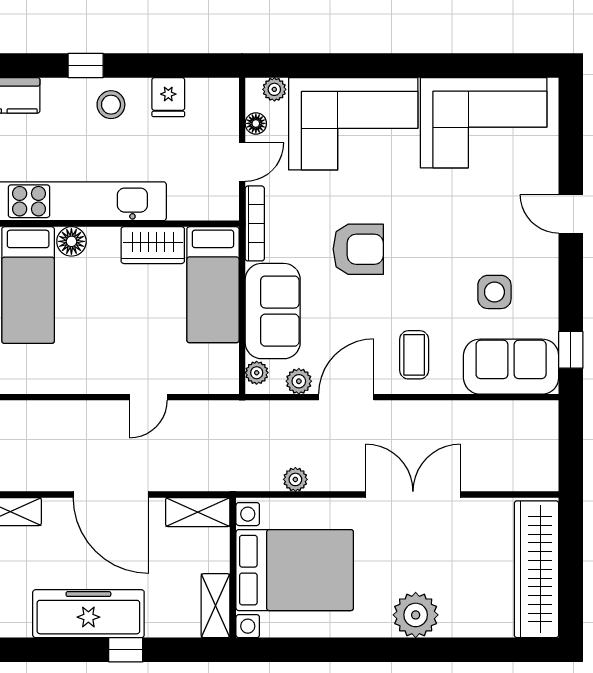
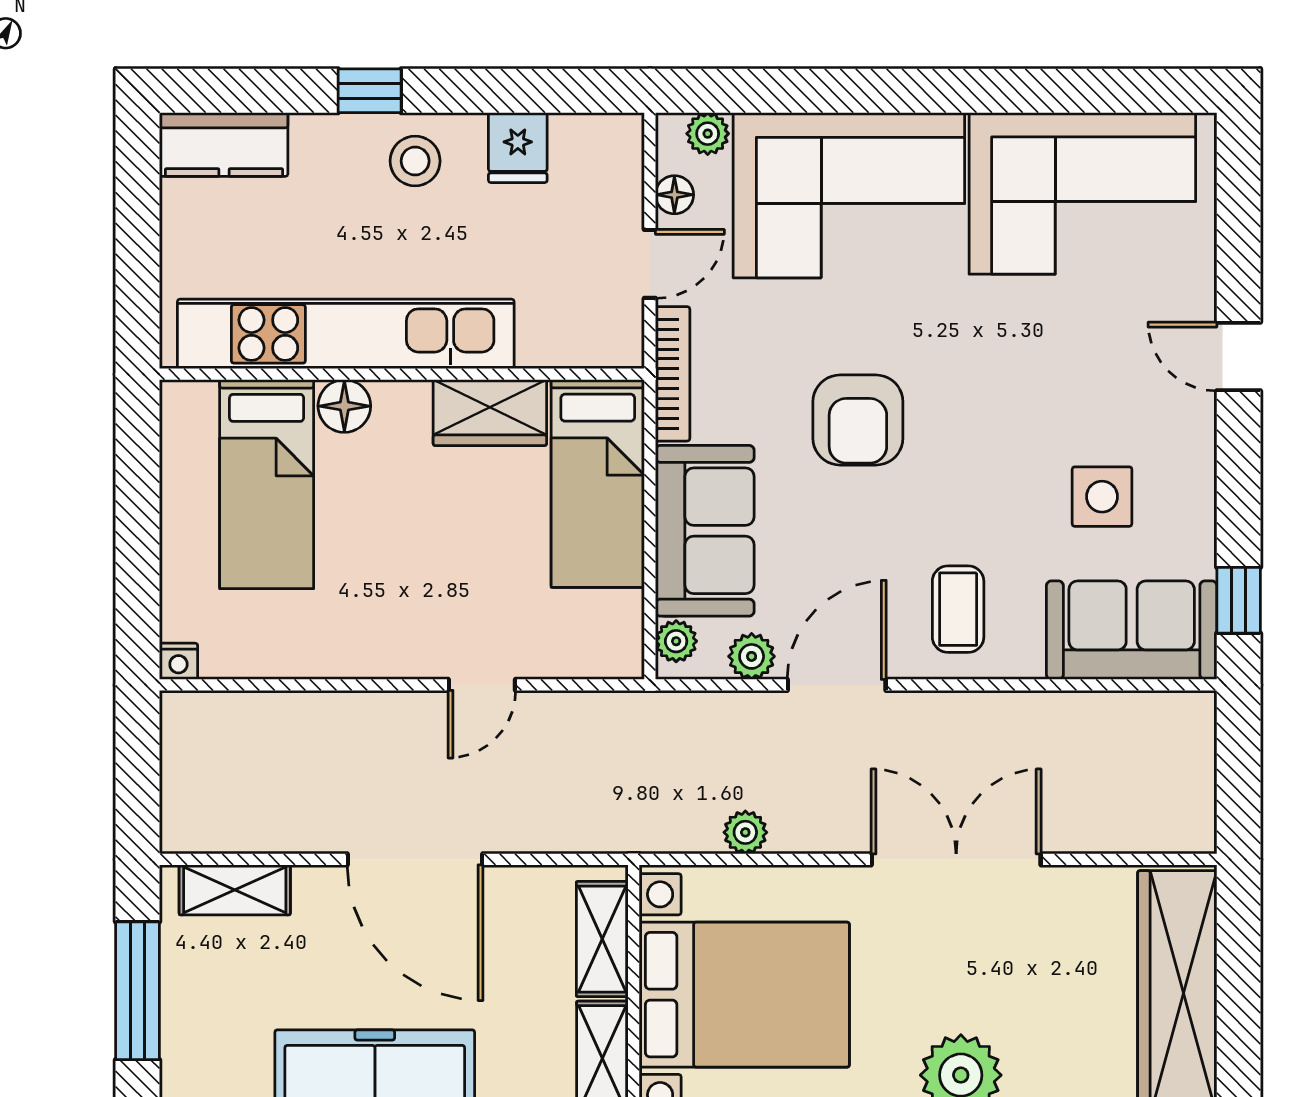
armchair: (358, 249) -> (858, 420), turned 90
shelving: (198, 512) -> (602, 939), moved, turned 90

